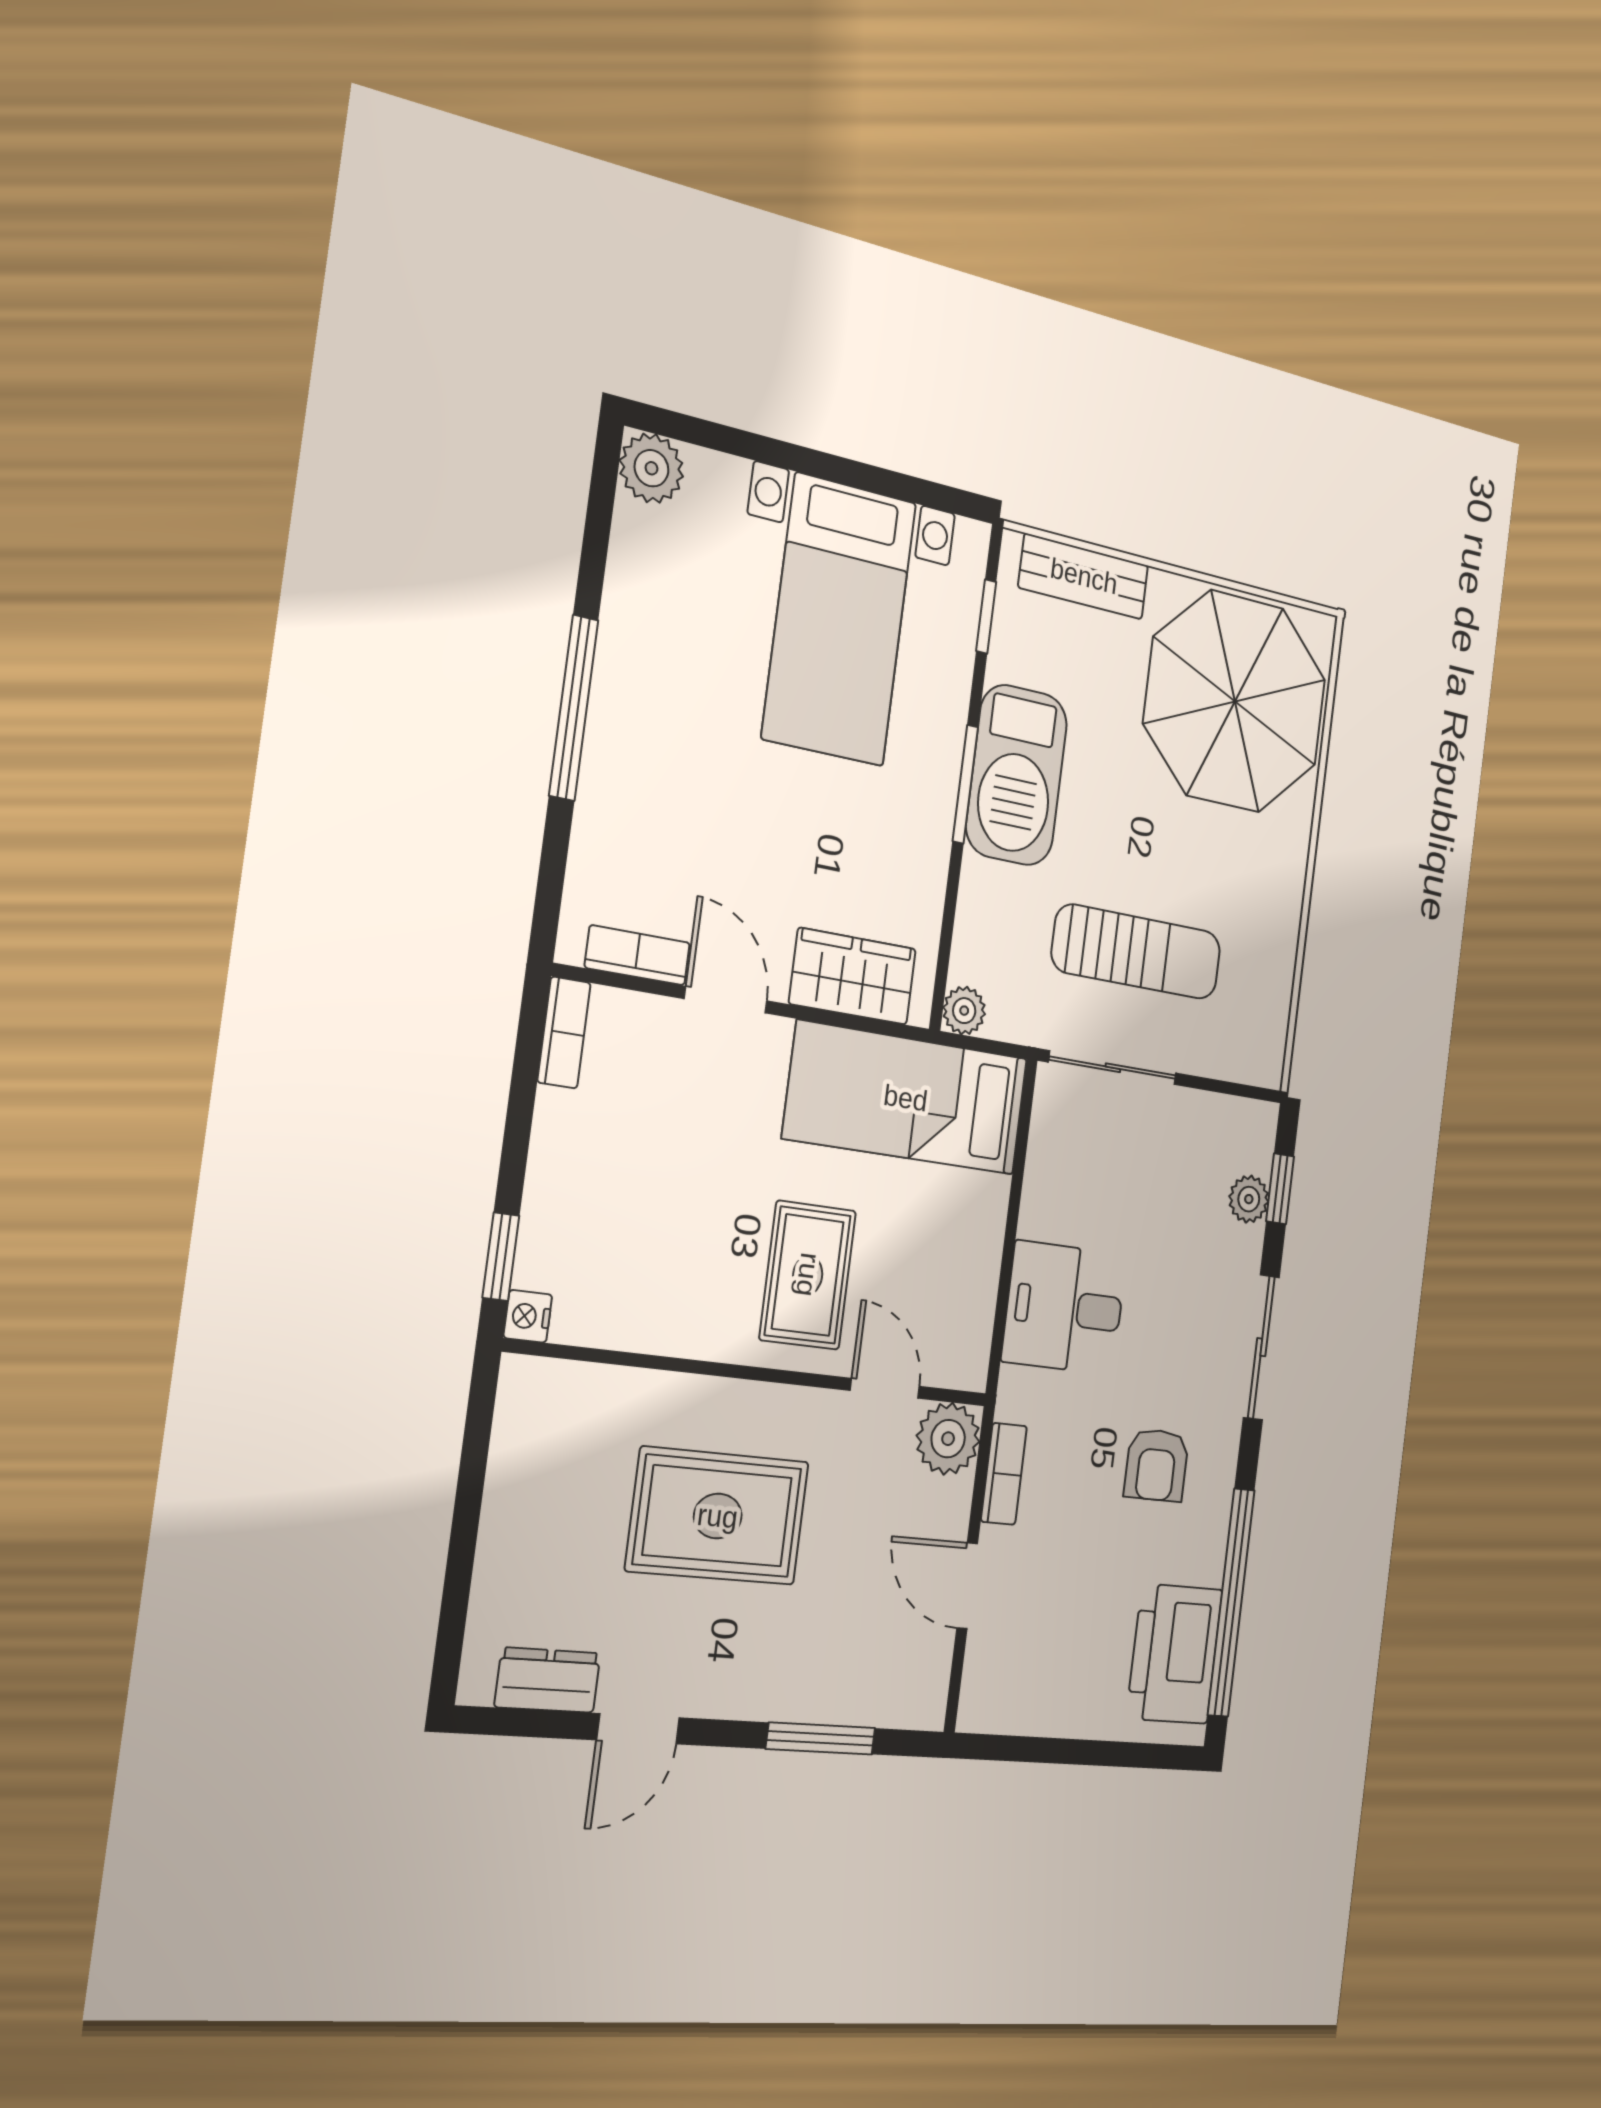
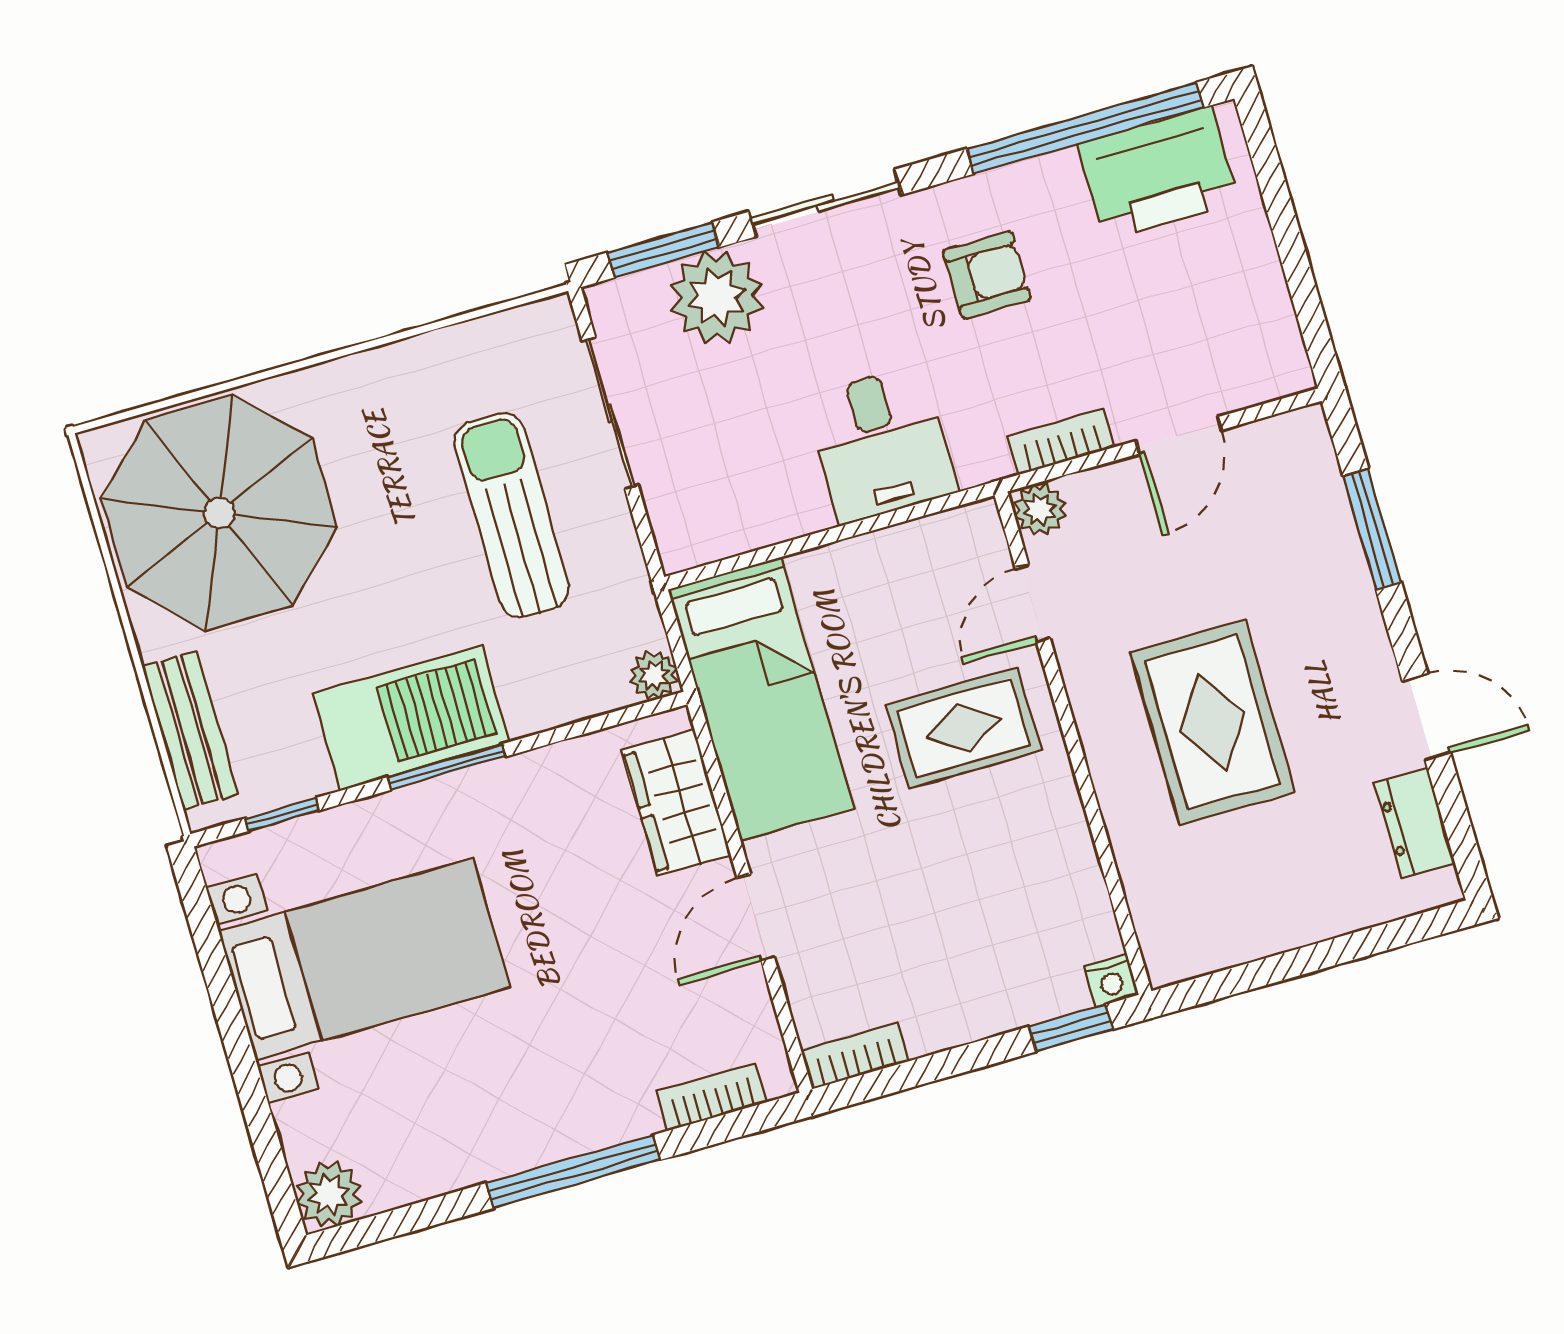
bookcase: (637, 955) -> (712, 1097), moved, turned 90
sliding door: (1113, 1068) -> (610, 413), moved
window: (1280, 1189) -> (663, 250), width x1.50
plant: (1249, 1199) -> (716, 297), width x1.87, depth x1.87
plant: (948, 1439) -> (1040, 510), width x0.73, depth x0.73

